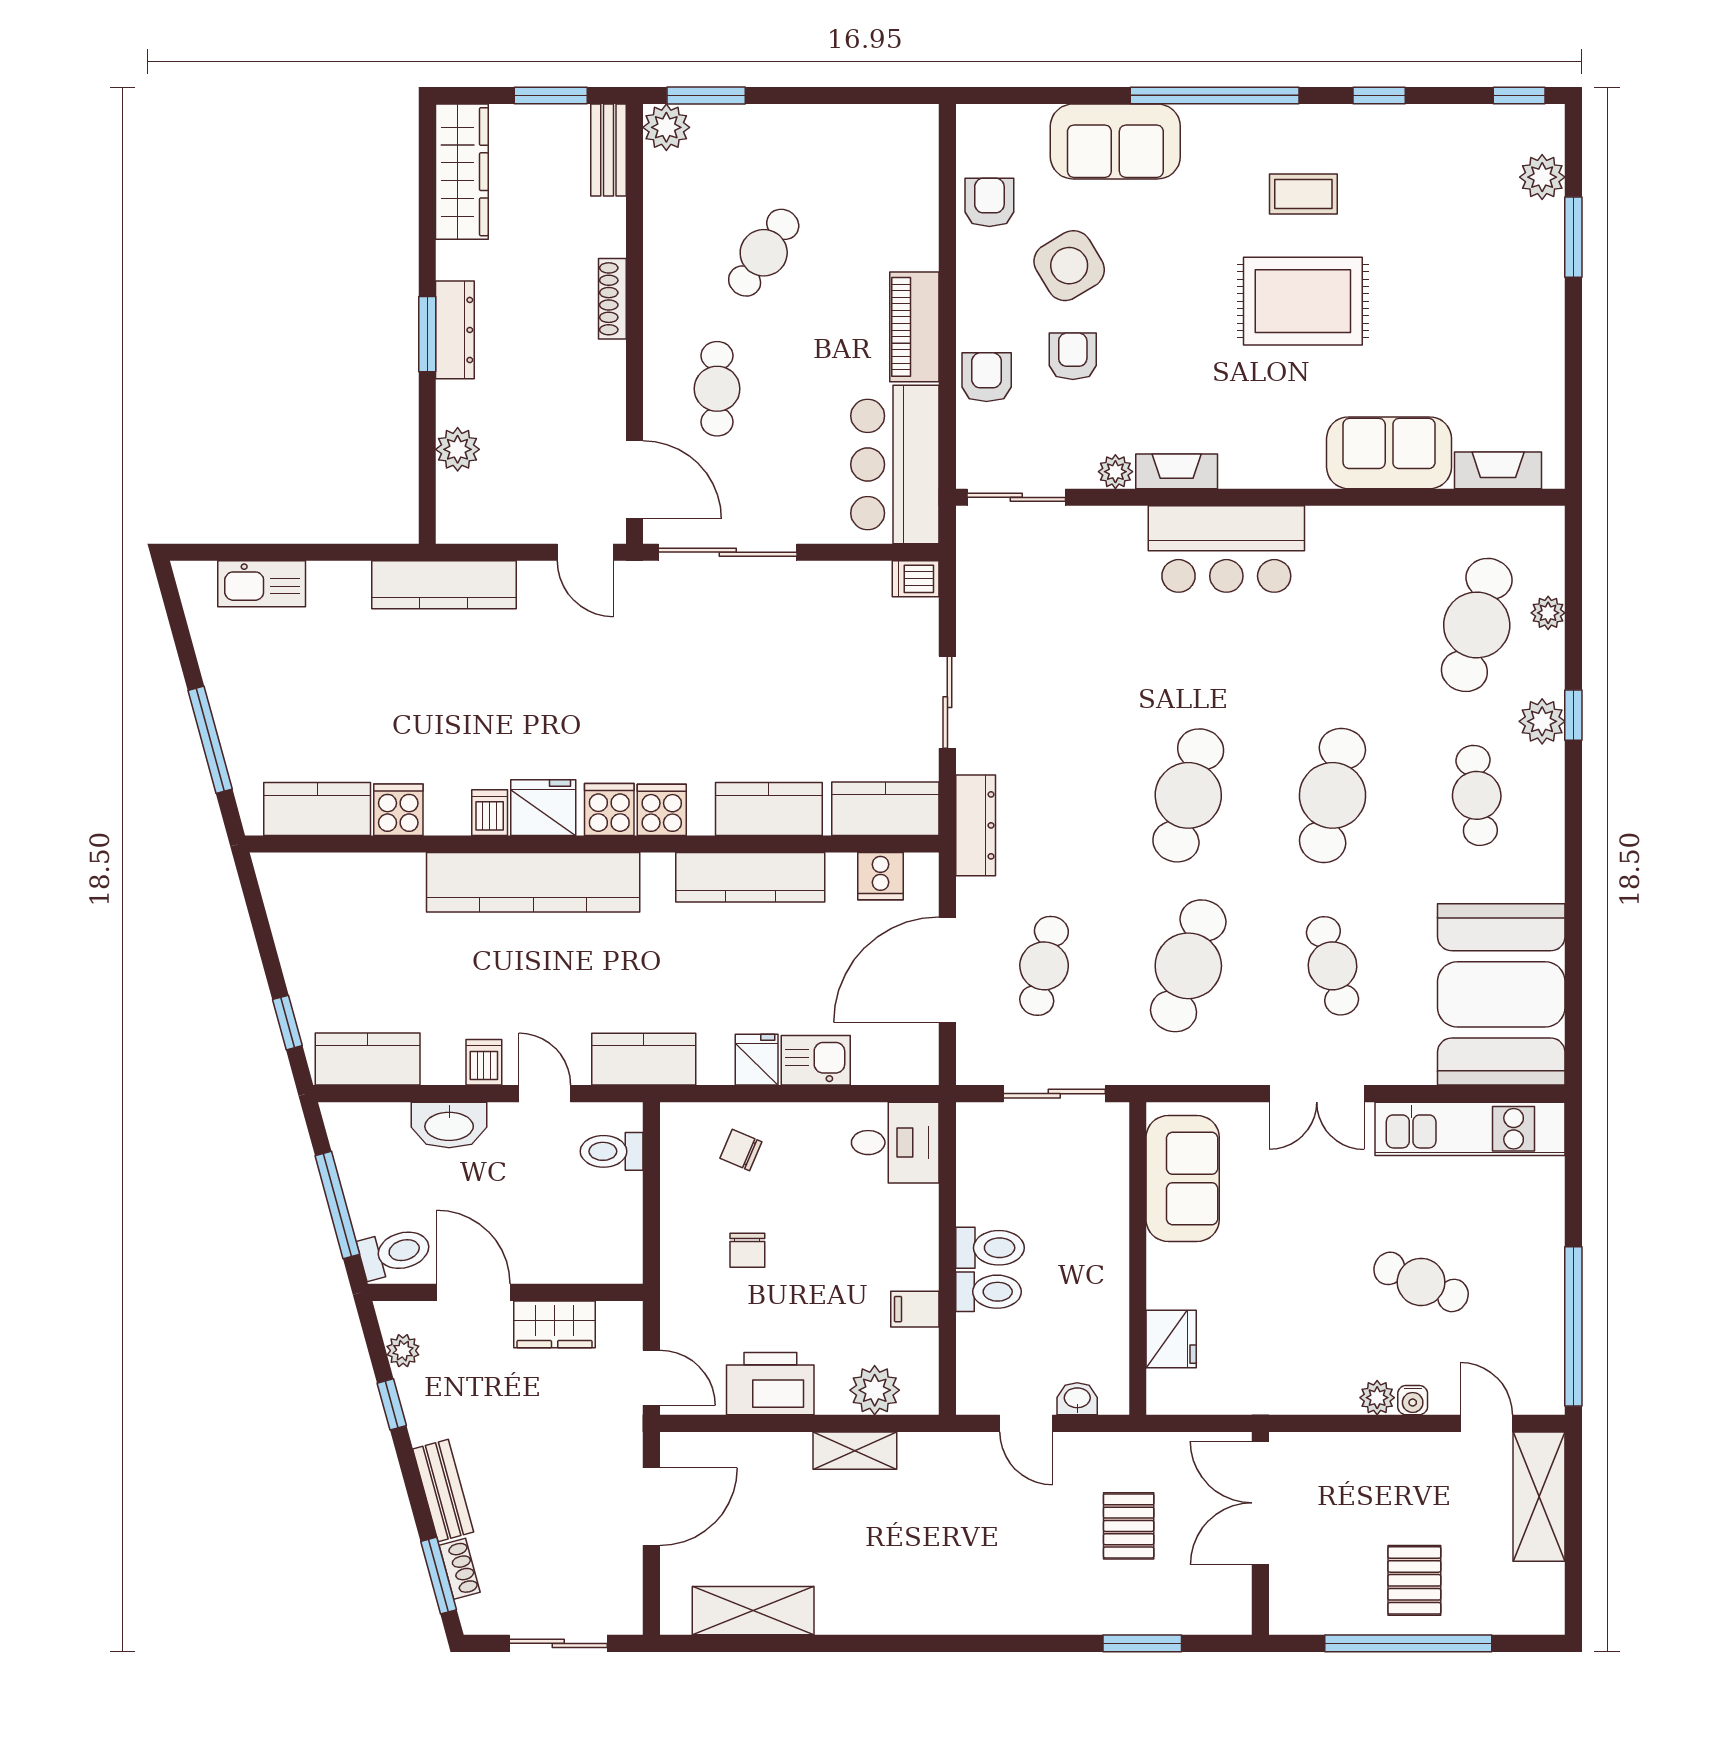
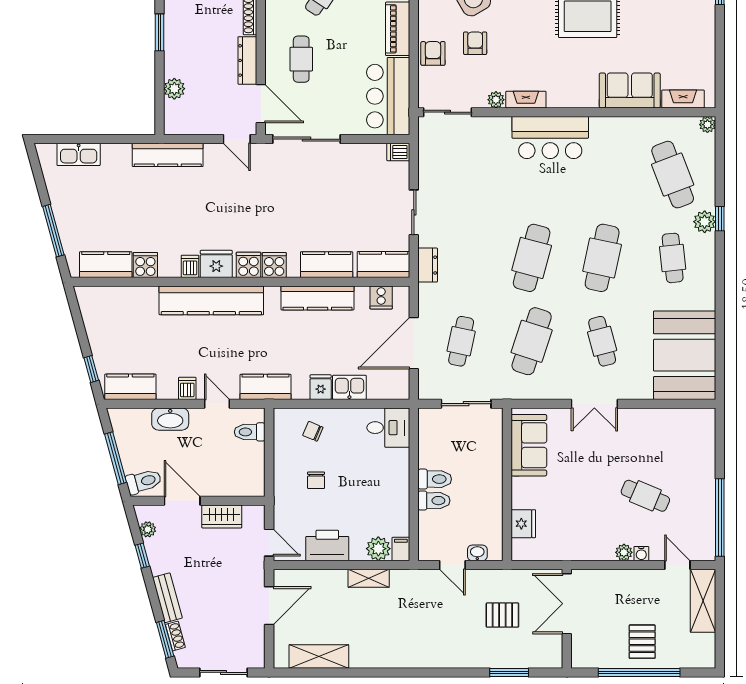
dresser: (455, 330) -> (247, 60), moved, turned 180
plant: (1548, 613) -> (707, 125), moved
cafe table: (1477, 625) -> (673, 175), turned -36
dresser: (976, 825) -> (428, 265), width x0.70
kitchen unit: (1470, 1129) -> (669, 421), removed
filing cabinet: (915, 1309) -> (401, 549), moved, turned 90
pallet: (1129, 1526) -> (502, 615), turned 90

